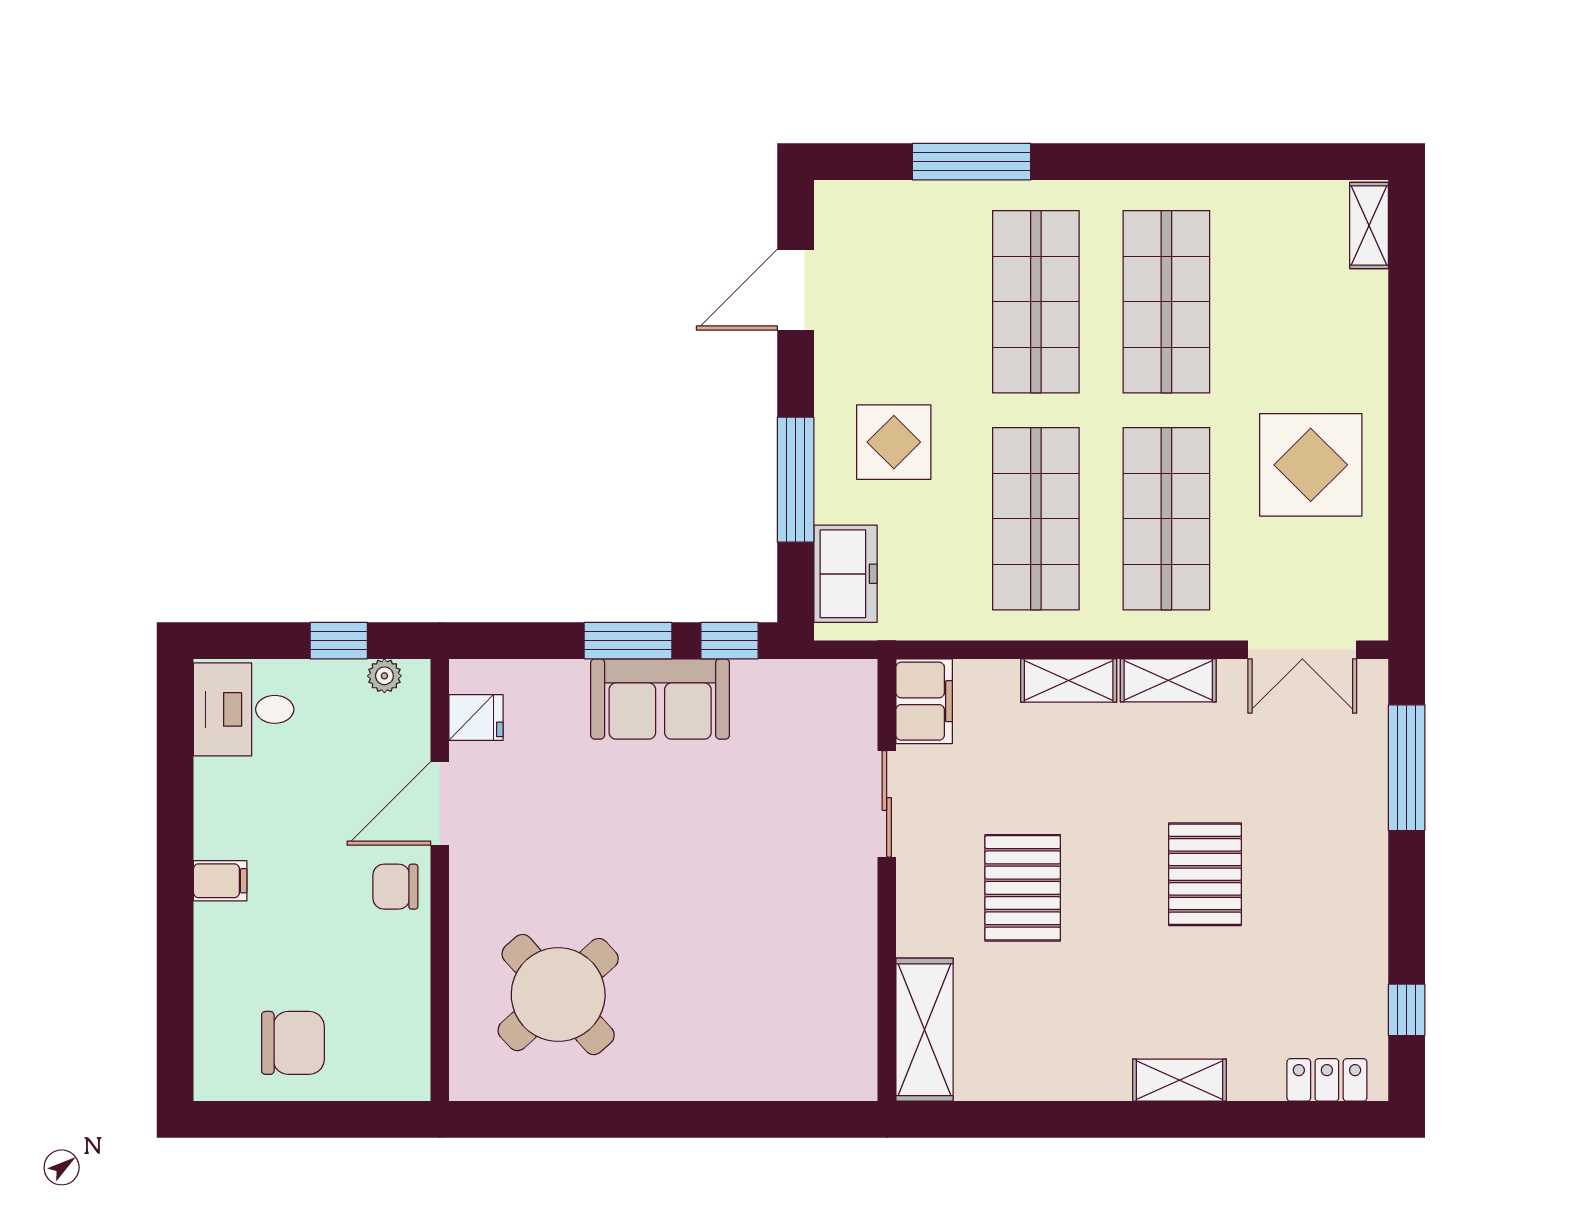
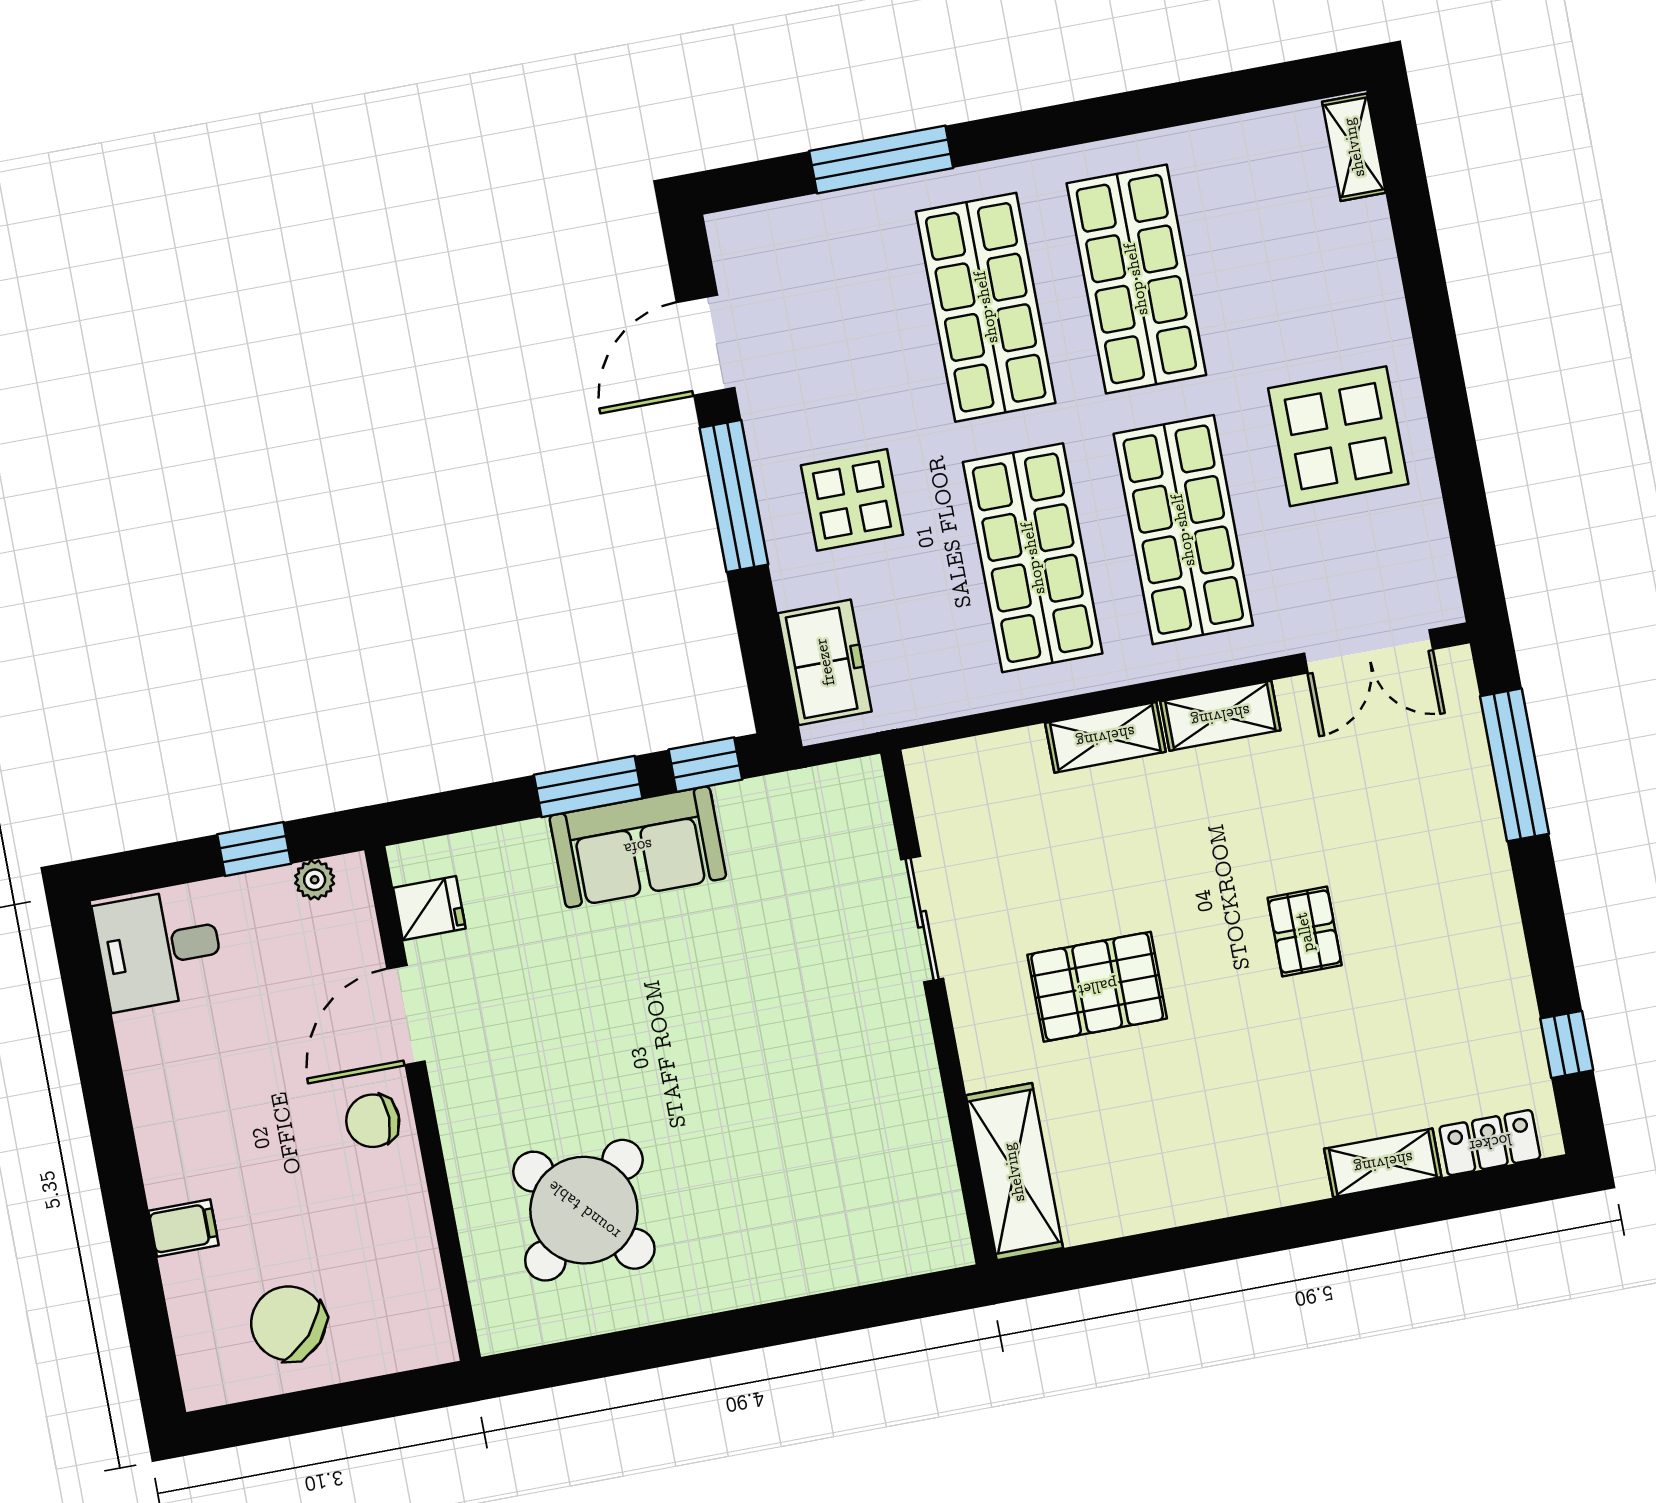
window: (796, 480) -> (734, 496), moved
filing cabinet: (924, 701) -> (943, 793), removed
pallet: (1205, 874) -> (1305, 932), width x0.67, depth x0.71
filing cabinet: (220, 881) -> (184, 1228), moved
pallet: (1023, 888) -> (1097, 987), turned 90
chair: (293, 1043) -> (288, 1323), turned -138
shelving: (1180, 1080) -> (1383, 1163), moved

